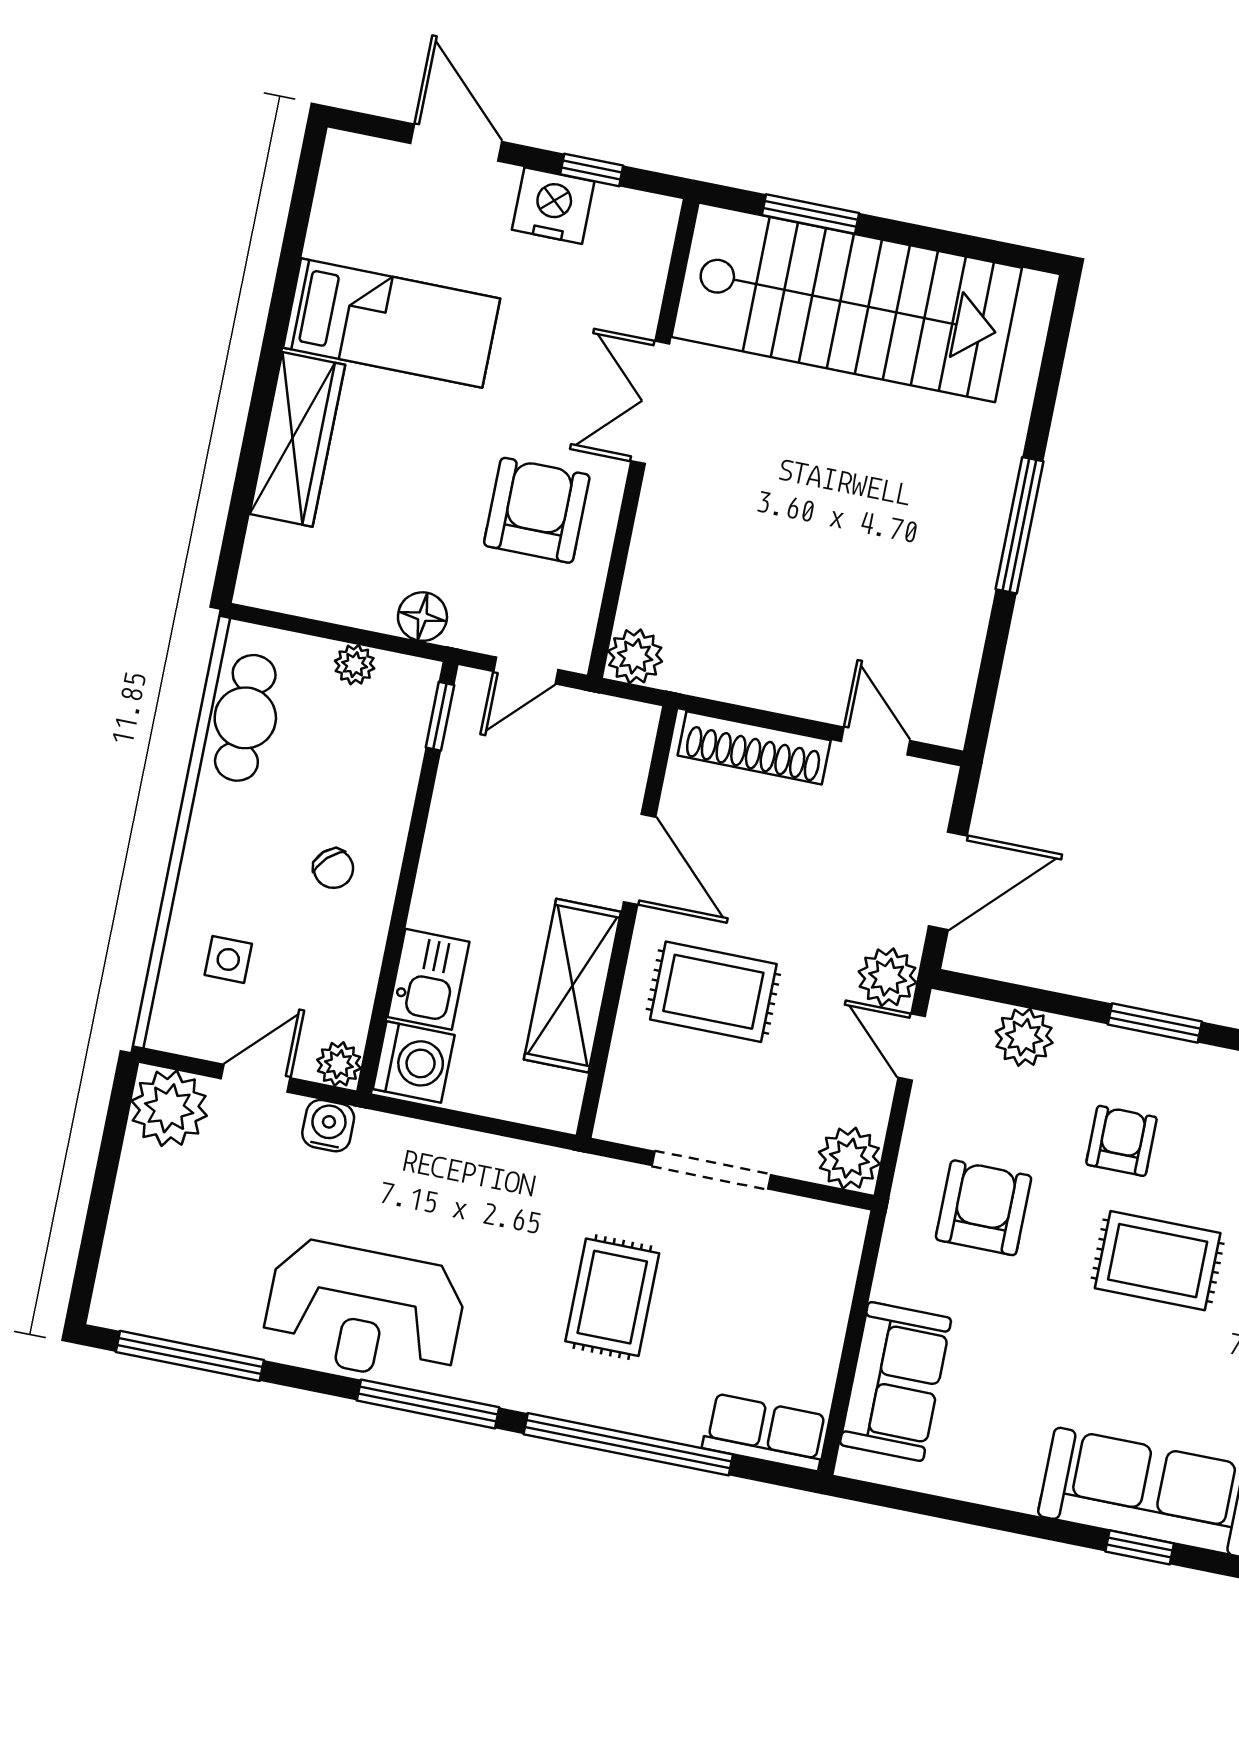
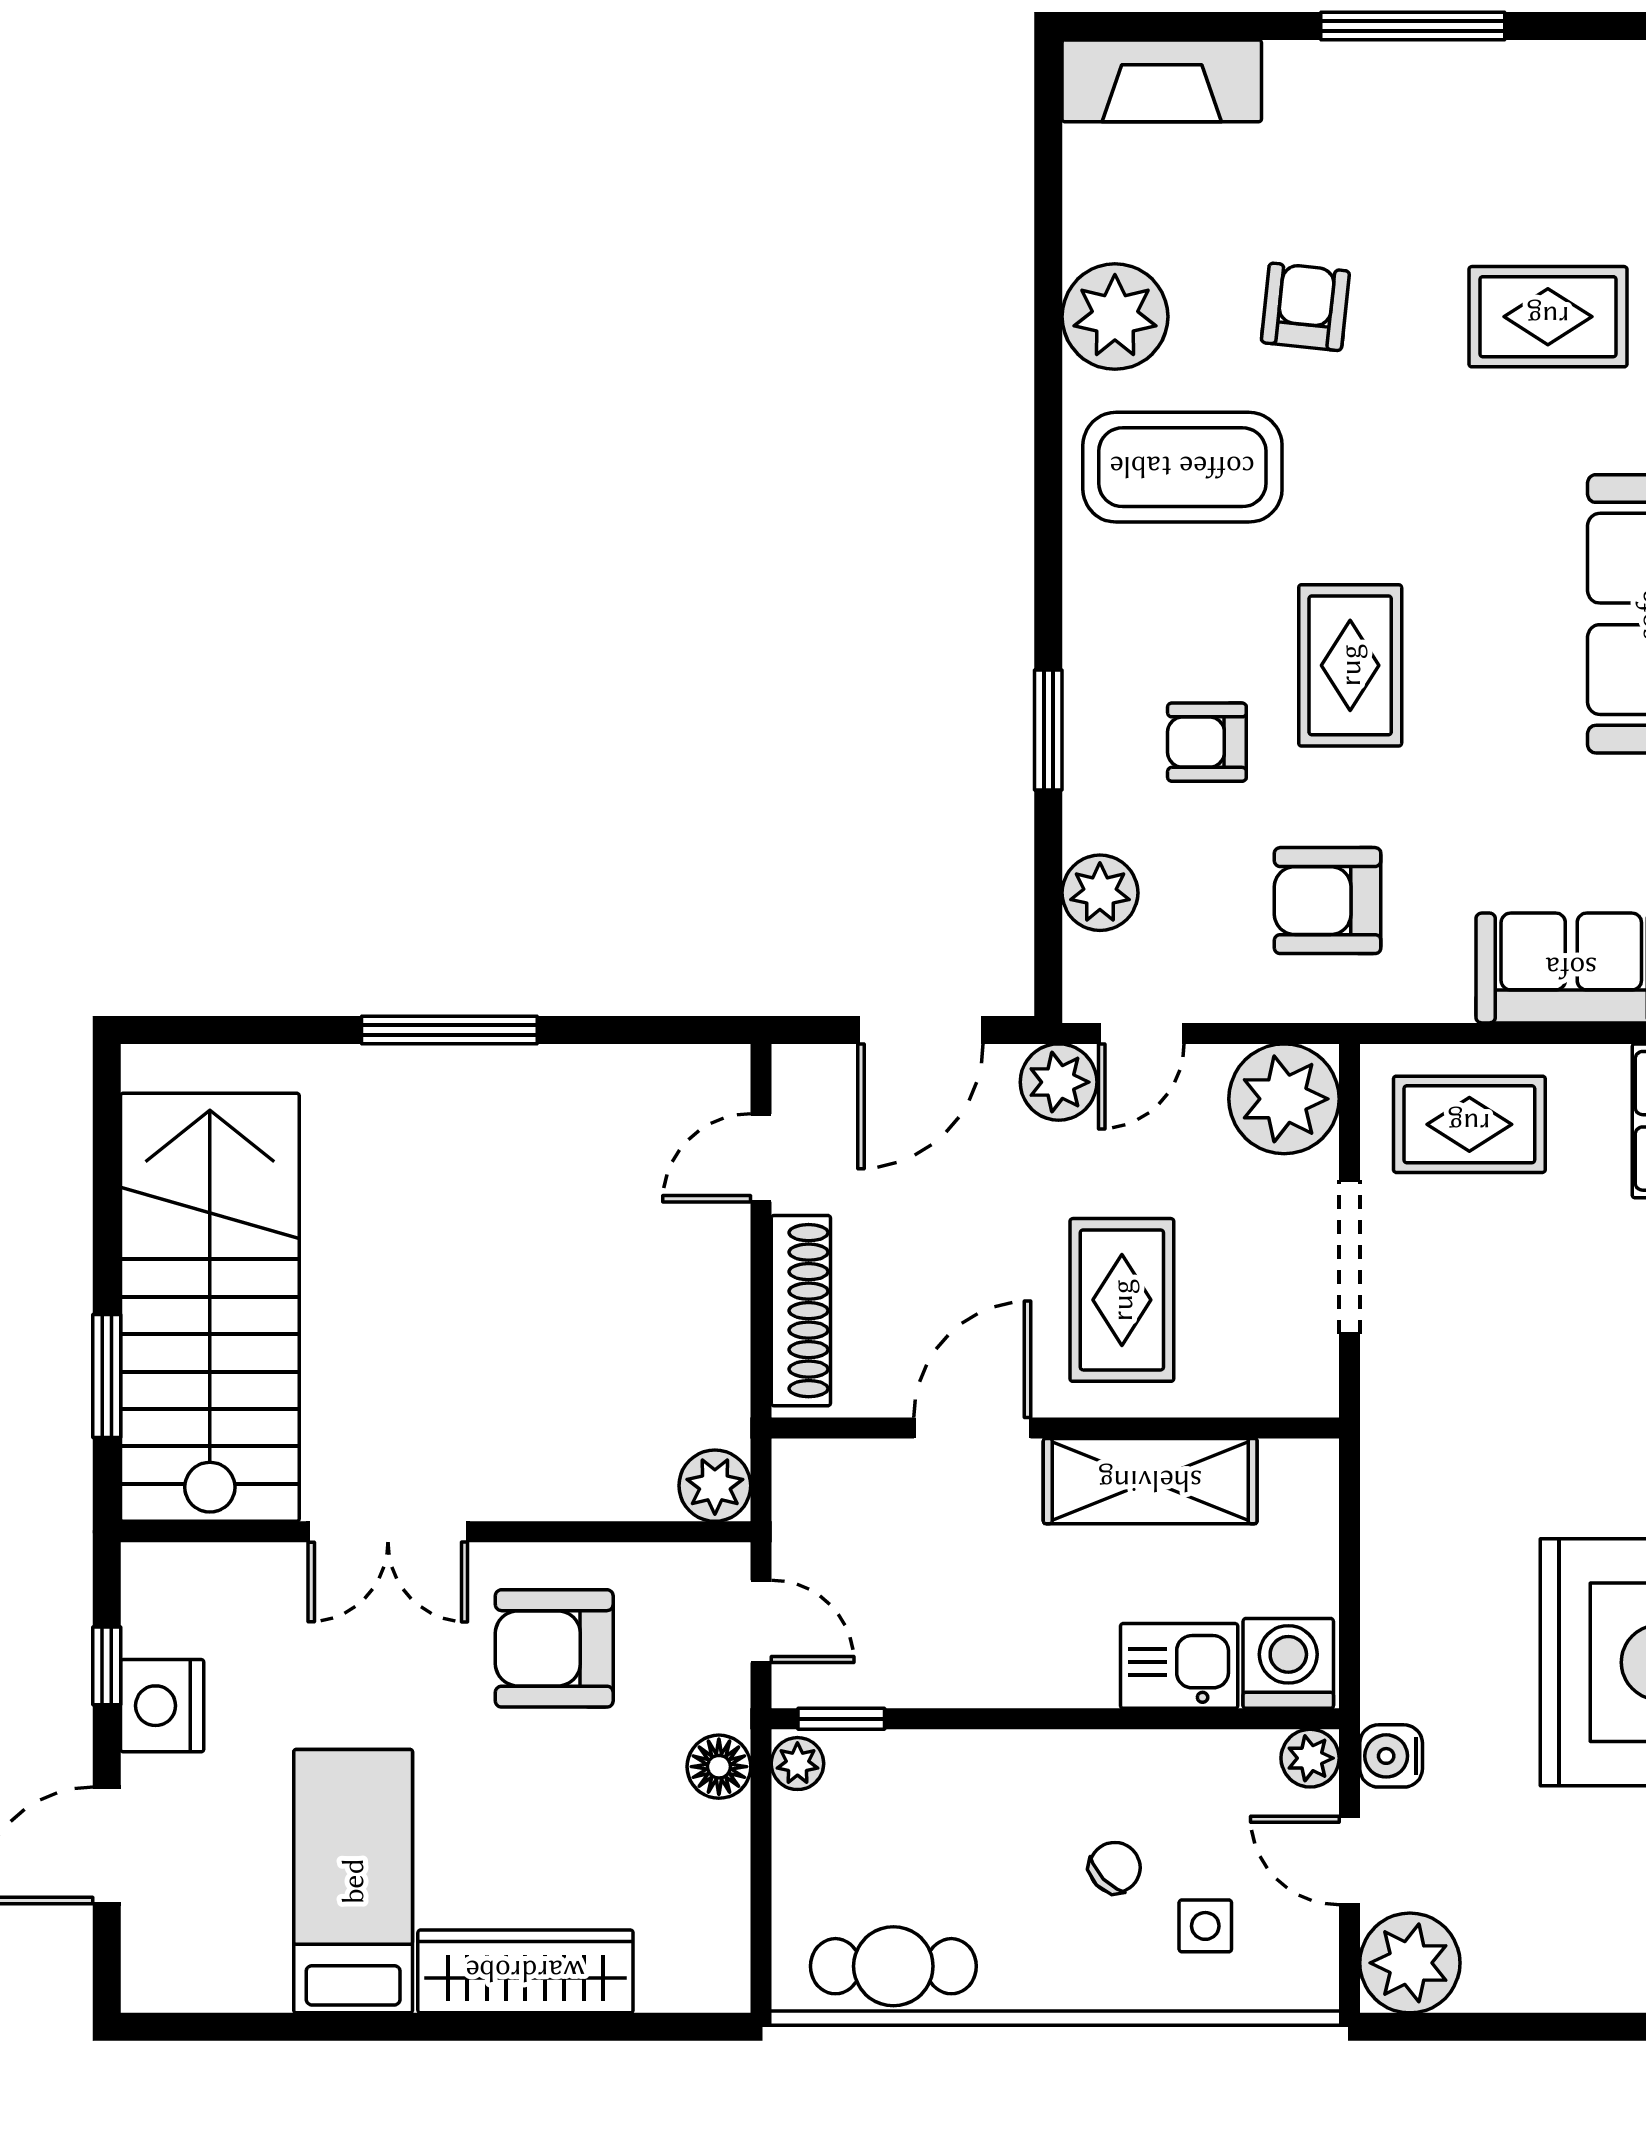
plant: (355, 665) -> (797, 1764), moved
chair: (333, 869) -> (1115, 1868), moved
door: (948, 881) -> (920, 1030), swing flipped
plant: (849, 1158) -> (1284, 1099), width x1.36, depth x1.36
rug: (612, 1297) -> (1469, 1124), moved

